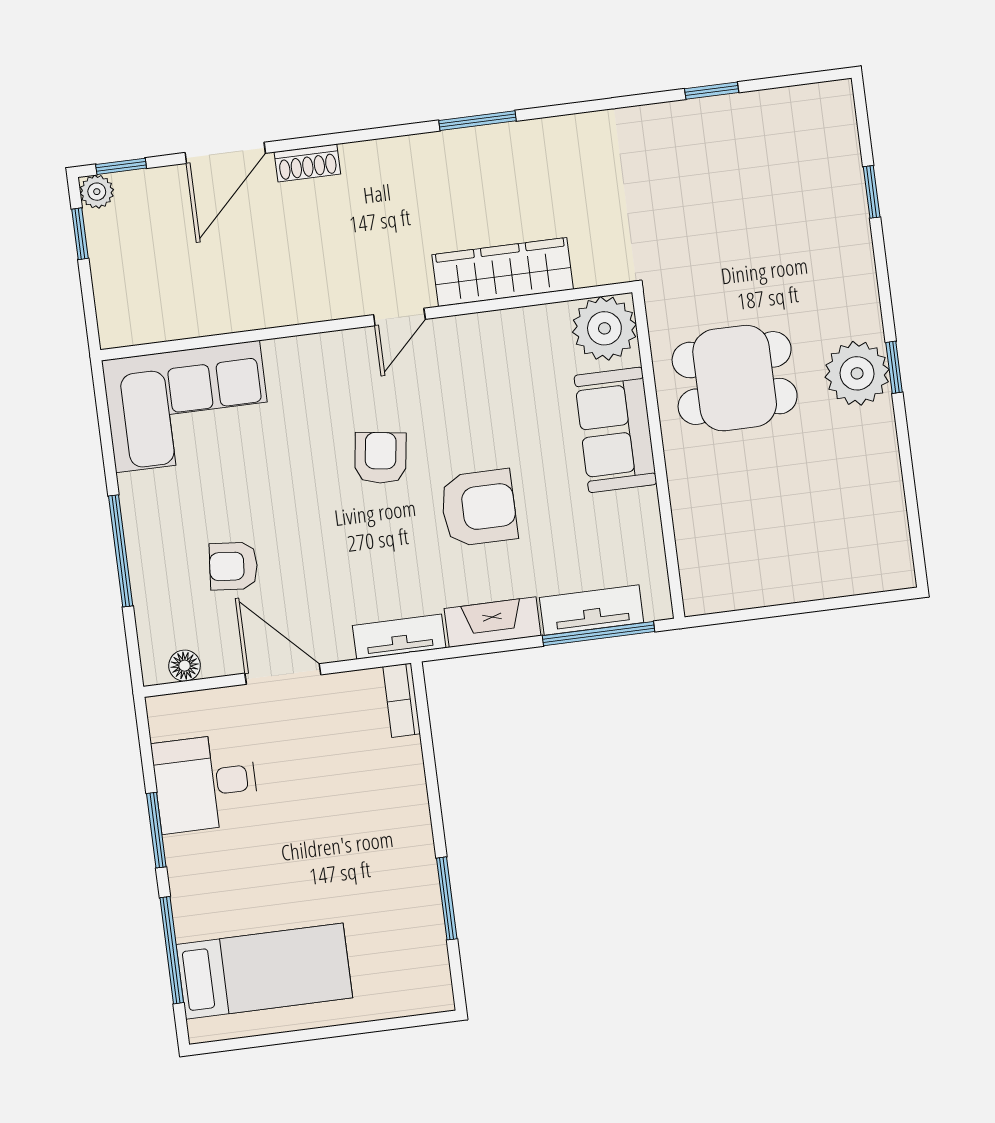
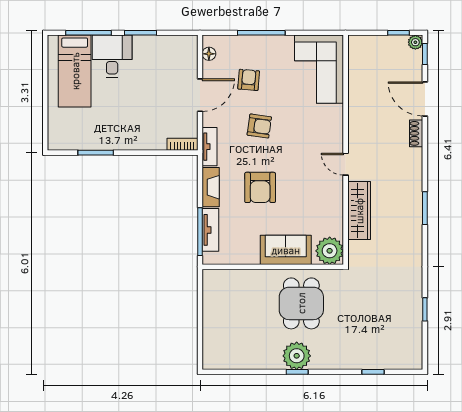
armchair: (381, 458) -> (259, 126), moved
desk: (205, 783) -> (112, 56), moved

